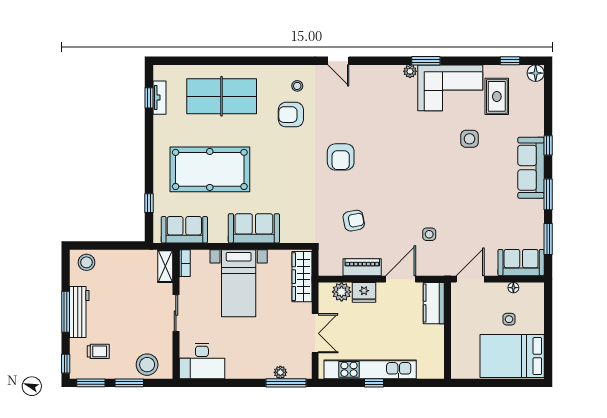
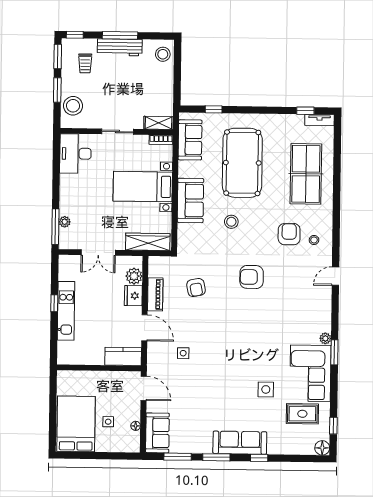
tv unit: (160, 98) -> (319, 120), moved
stool: (278, 181) -> (231, 222), added
kitchen unit: (370, 369) -> (66, 311), width x0.73

